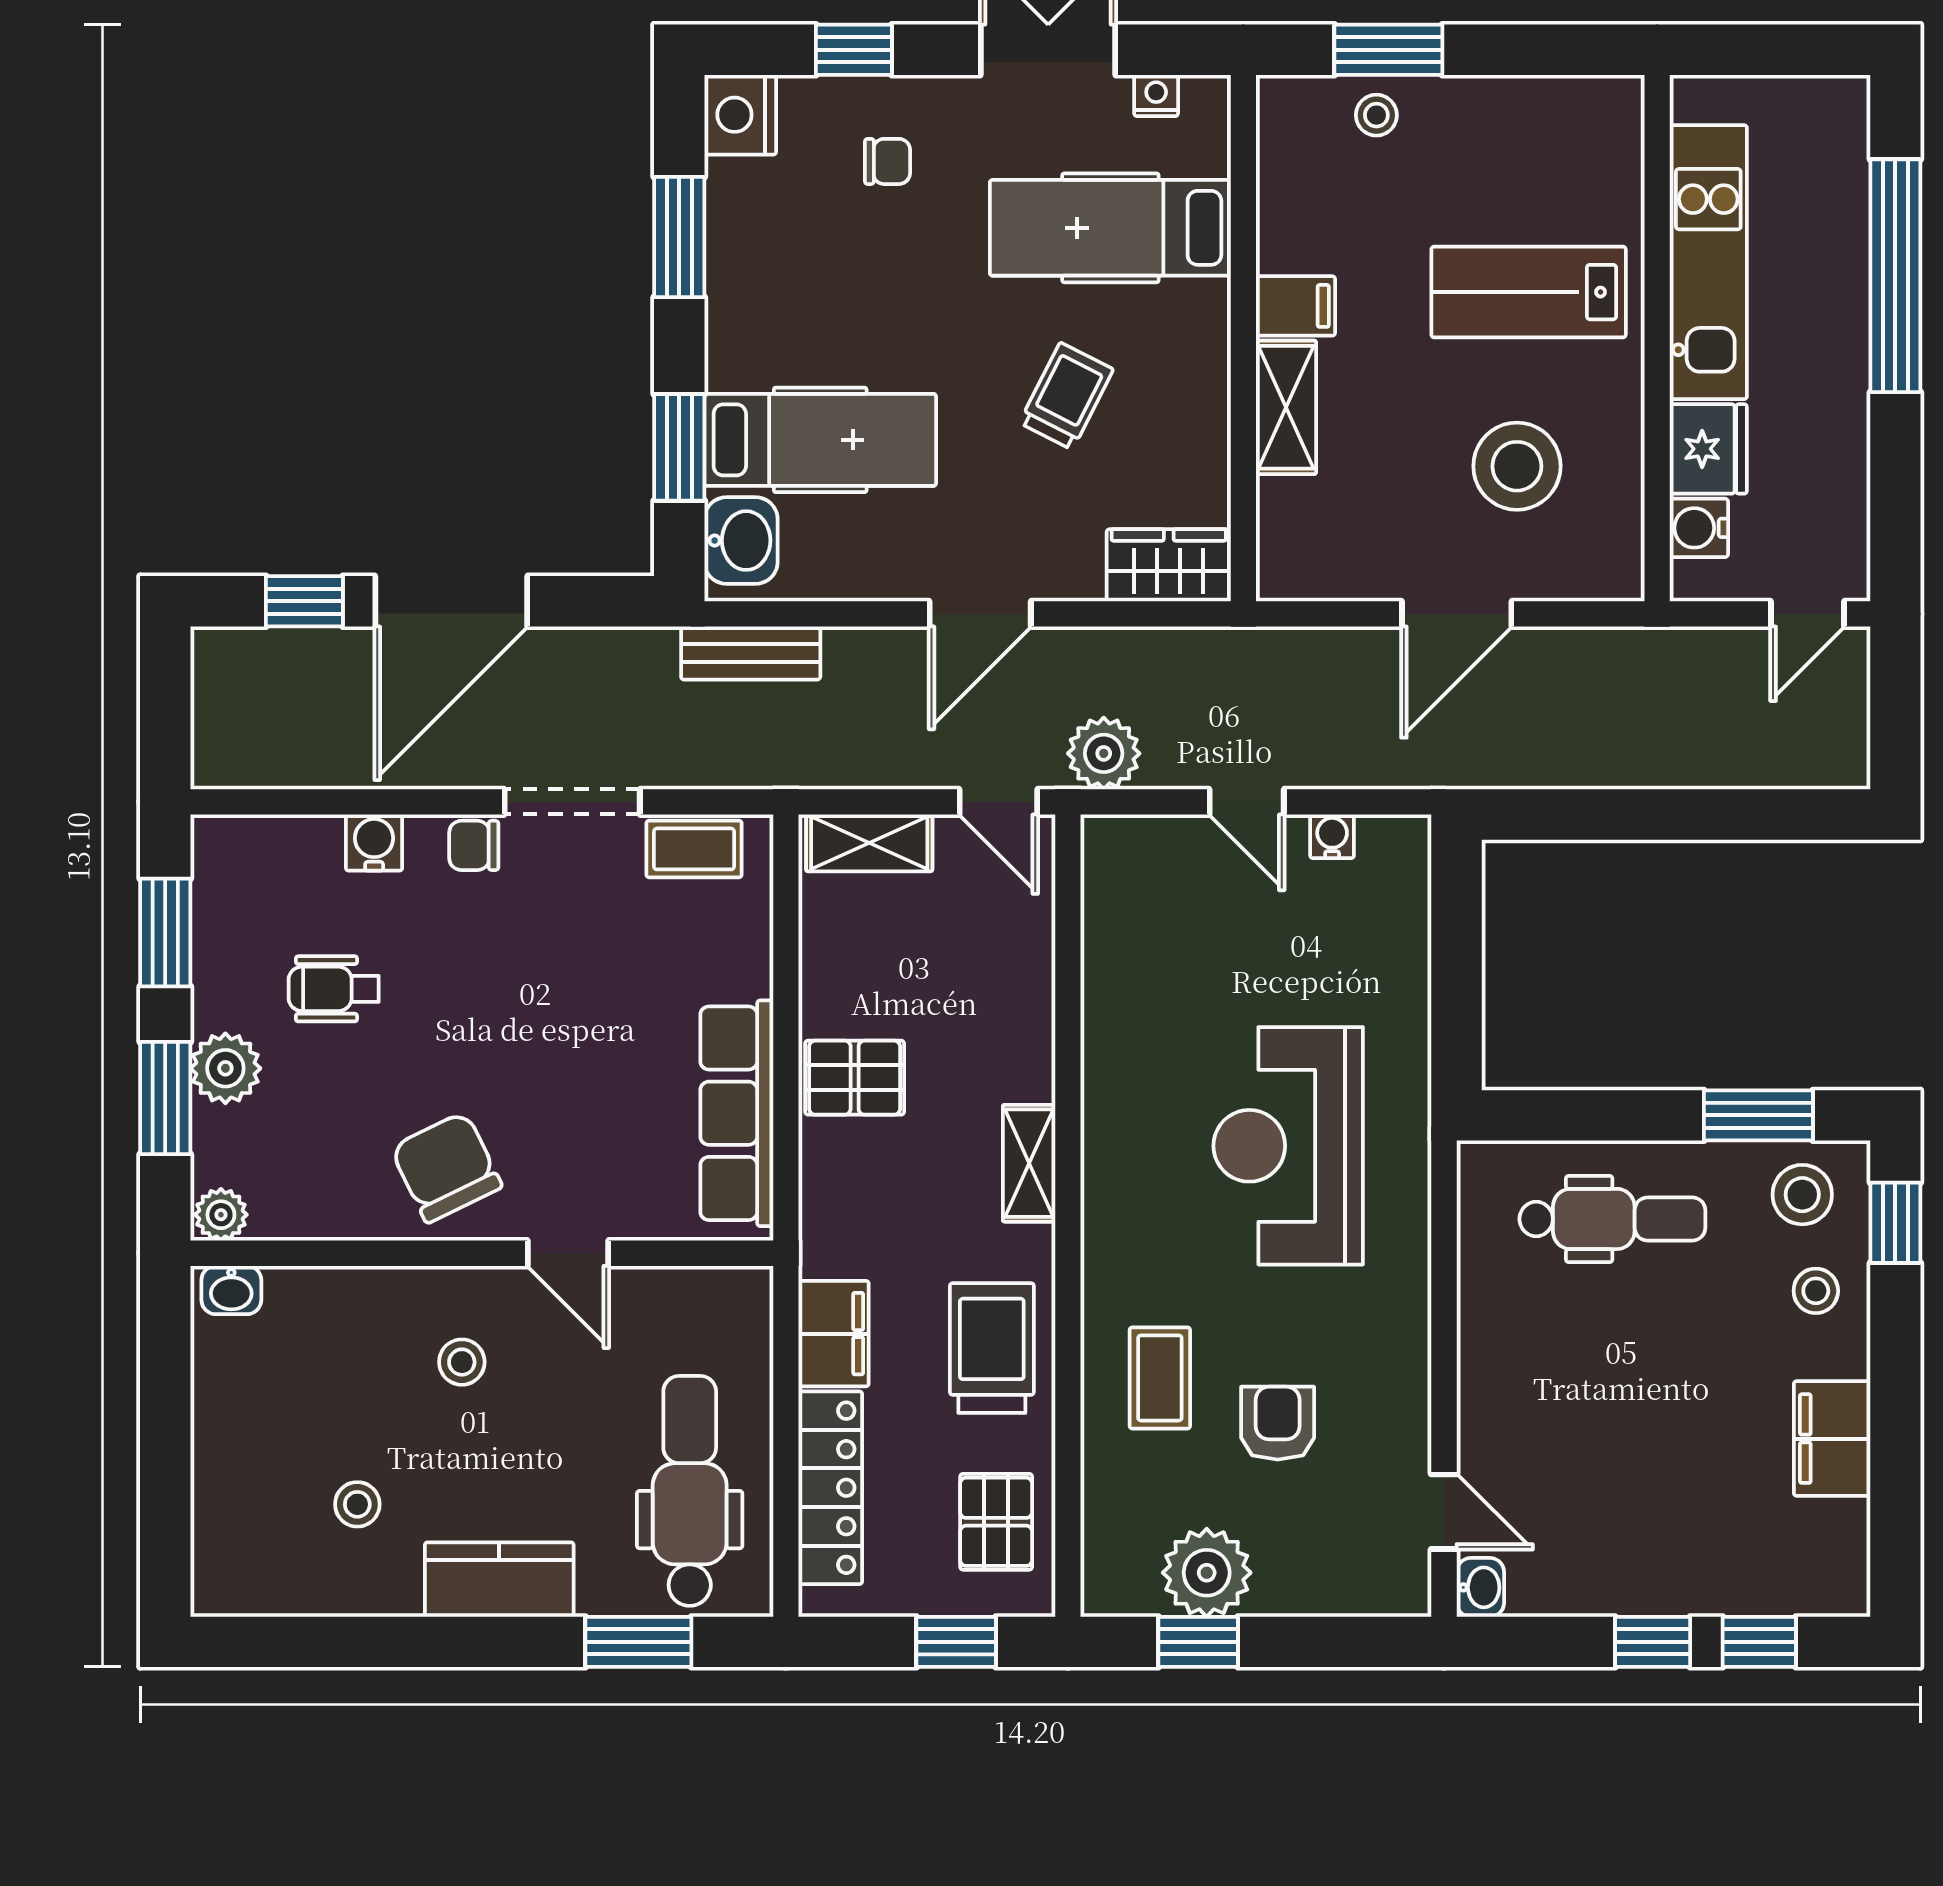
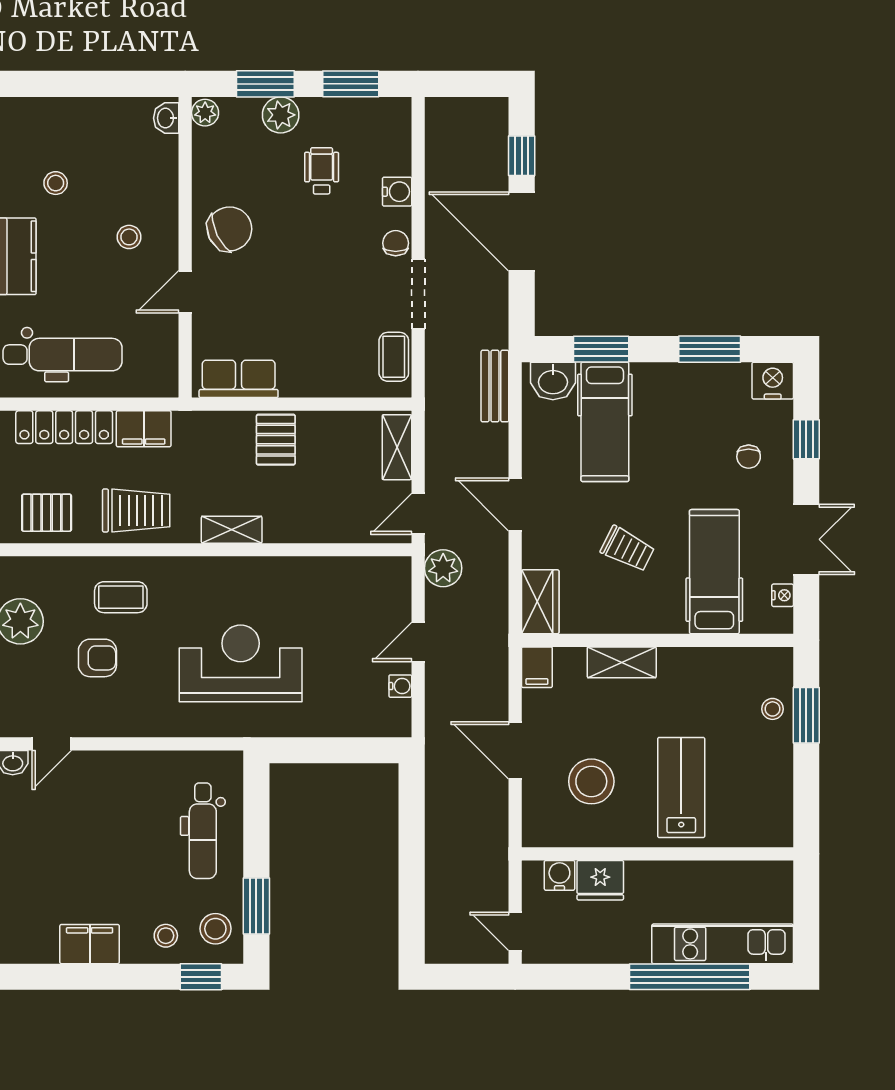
kitchen unit: (1708, 262) -> (723, 944), moved, turned 180
filing cabinet: (1296, 306) -> (537, 667), moved
row of seats: (737, 1113) -> (239, 379), width x0.68

